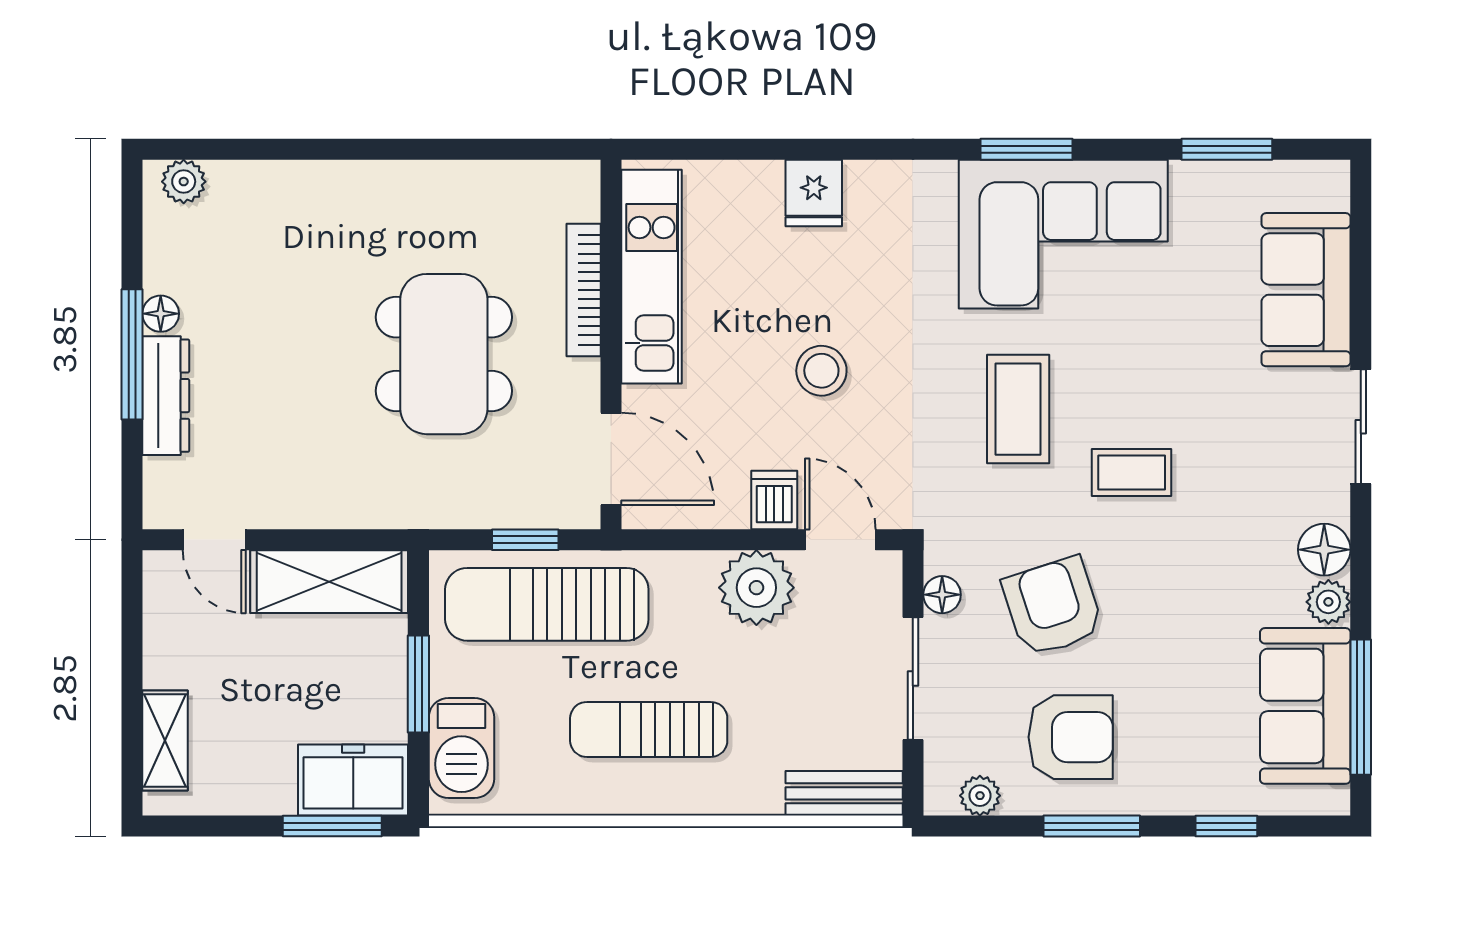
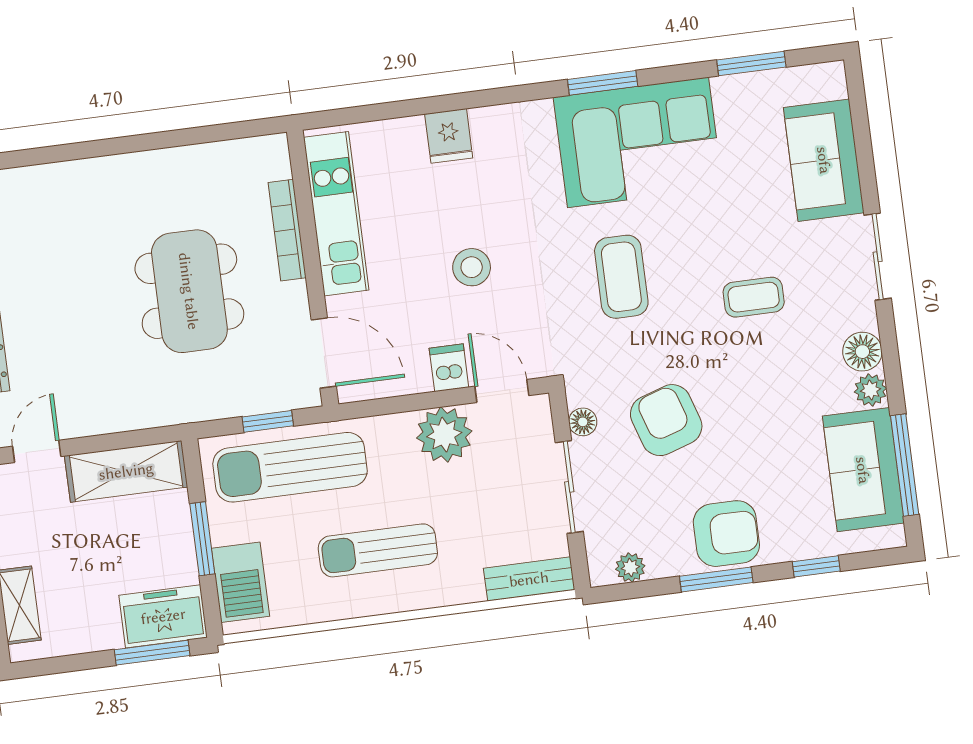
coffee table: (1132, 472) -> (754, 297), moved
door: (214, 540) -> (37, 451), swing flipped
armchair: (1071, 737) -> (726, 534), moved

